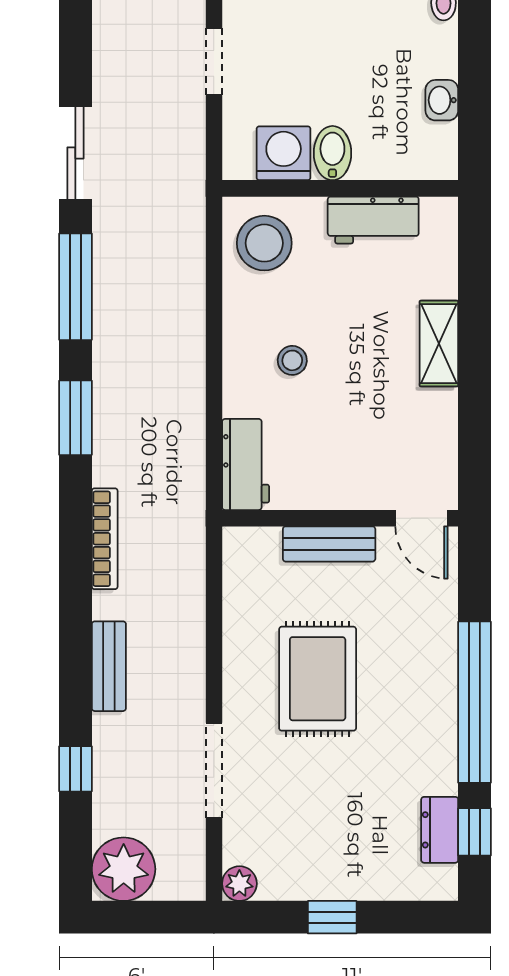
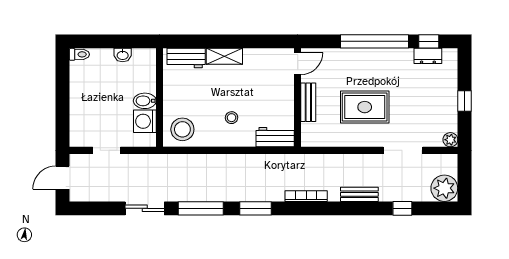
workbench: (373, 220) -> (186, 58), moved, turned 90

